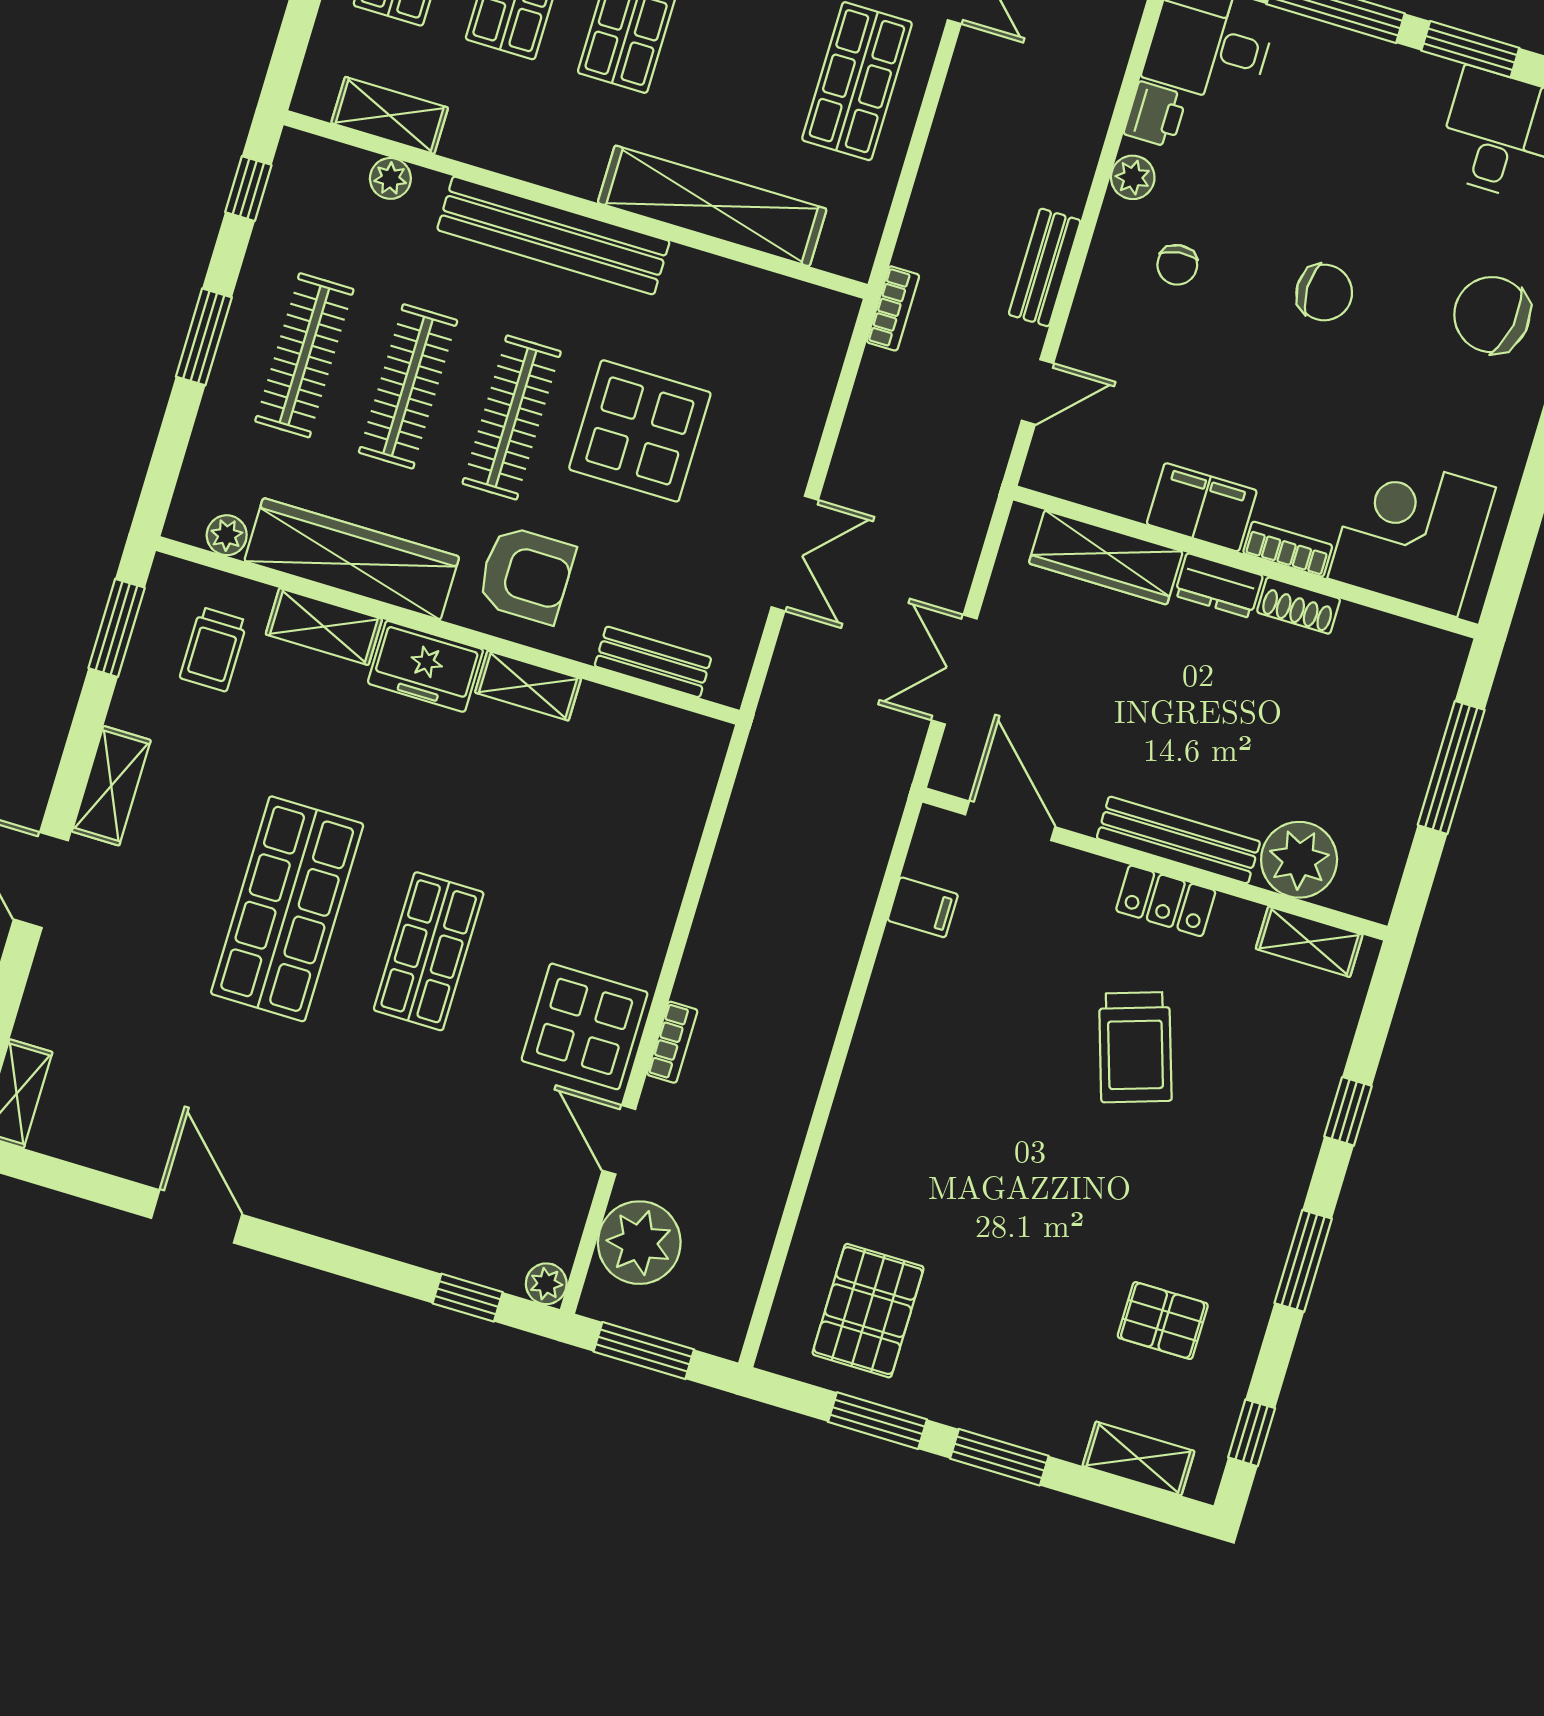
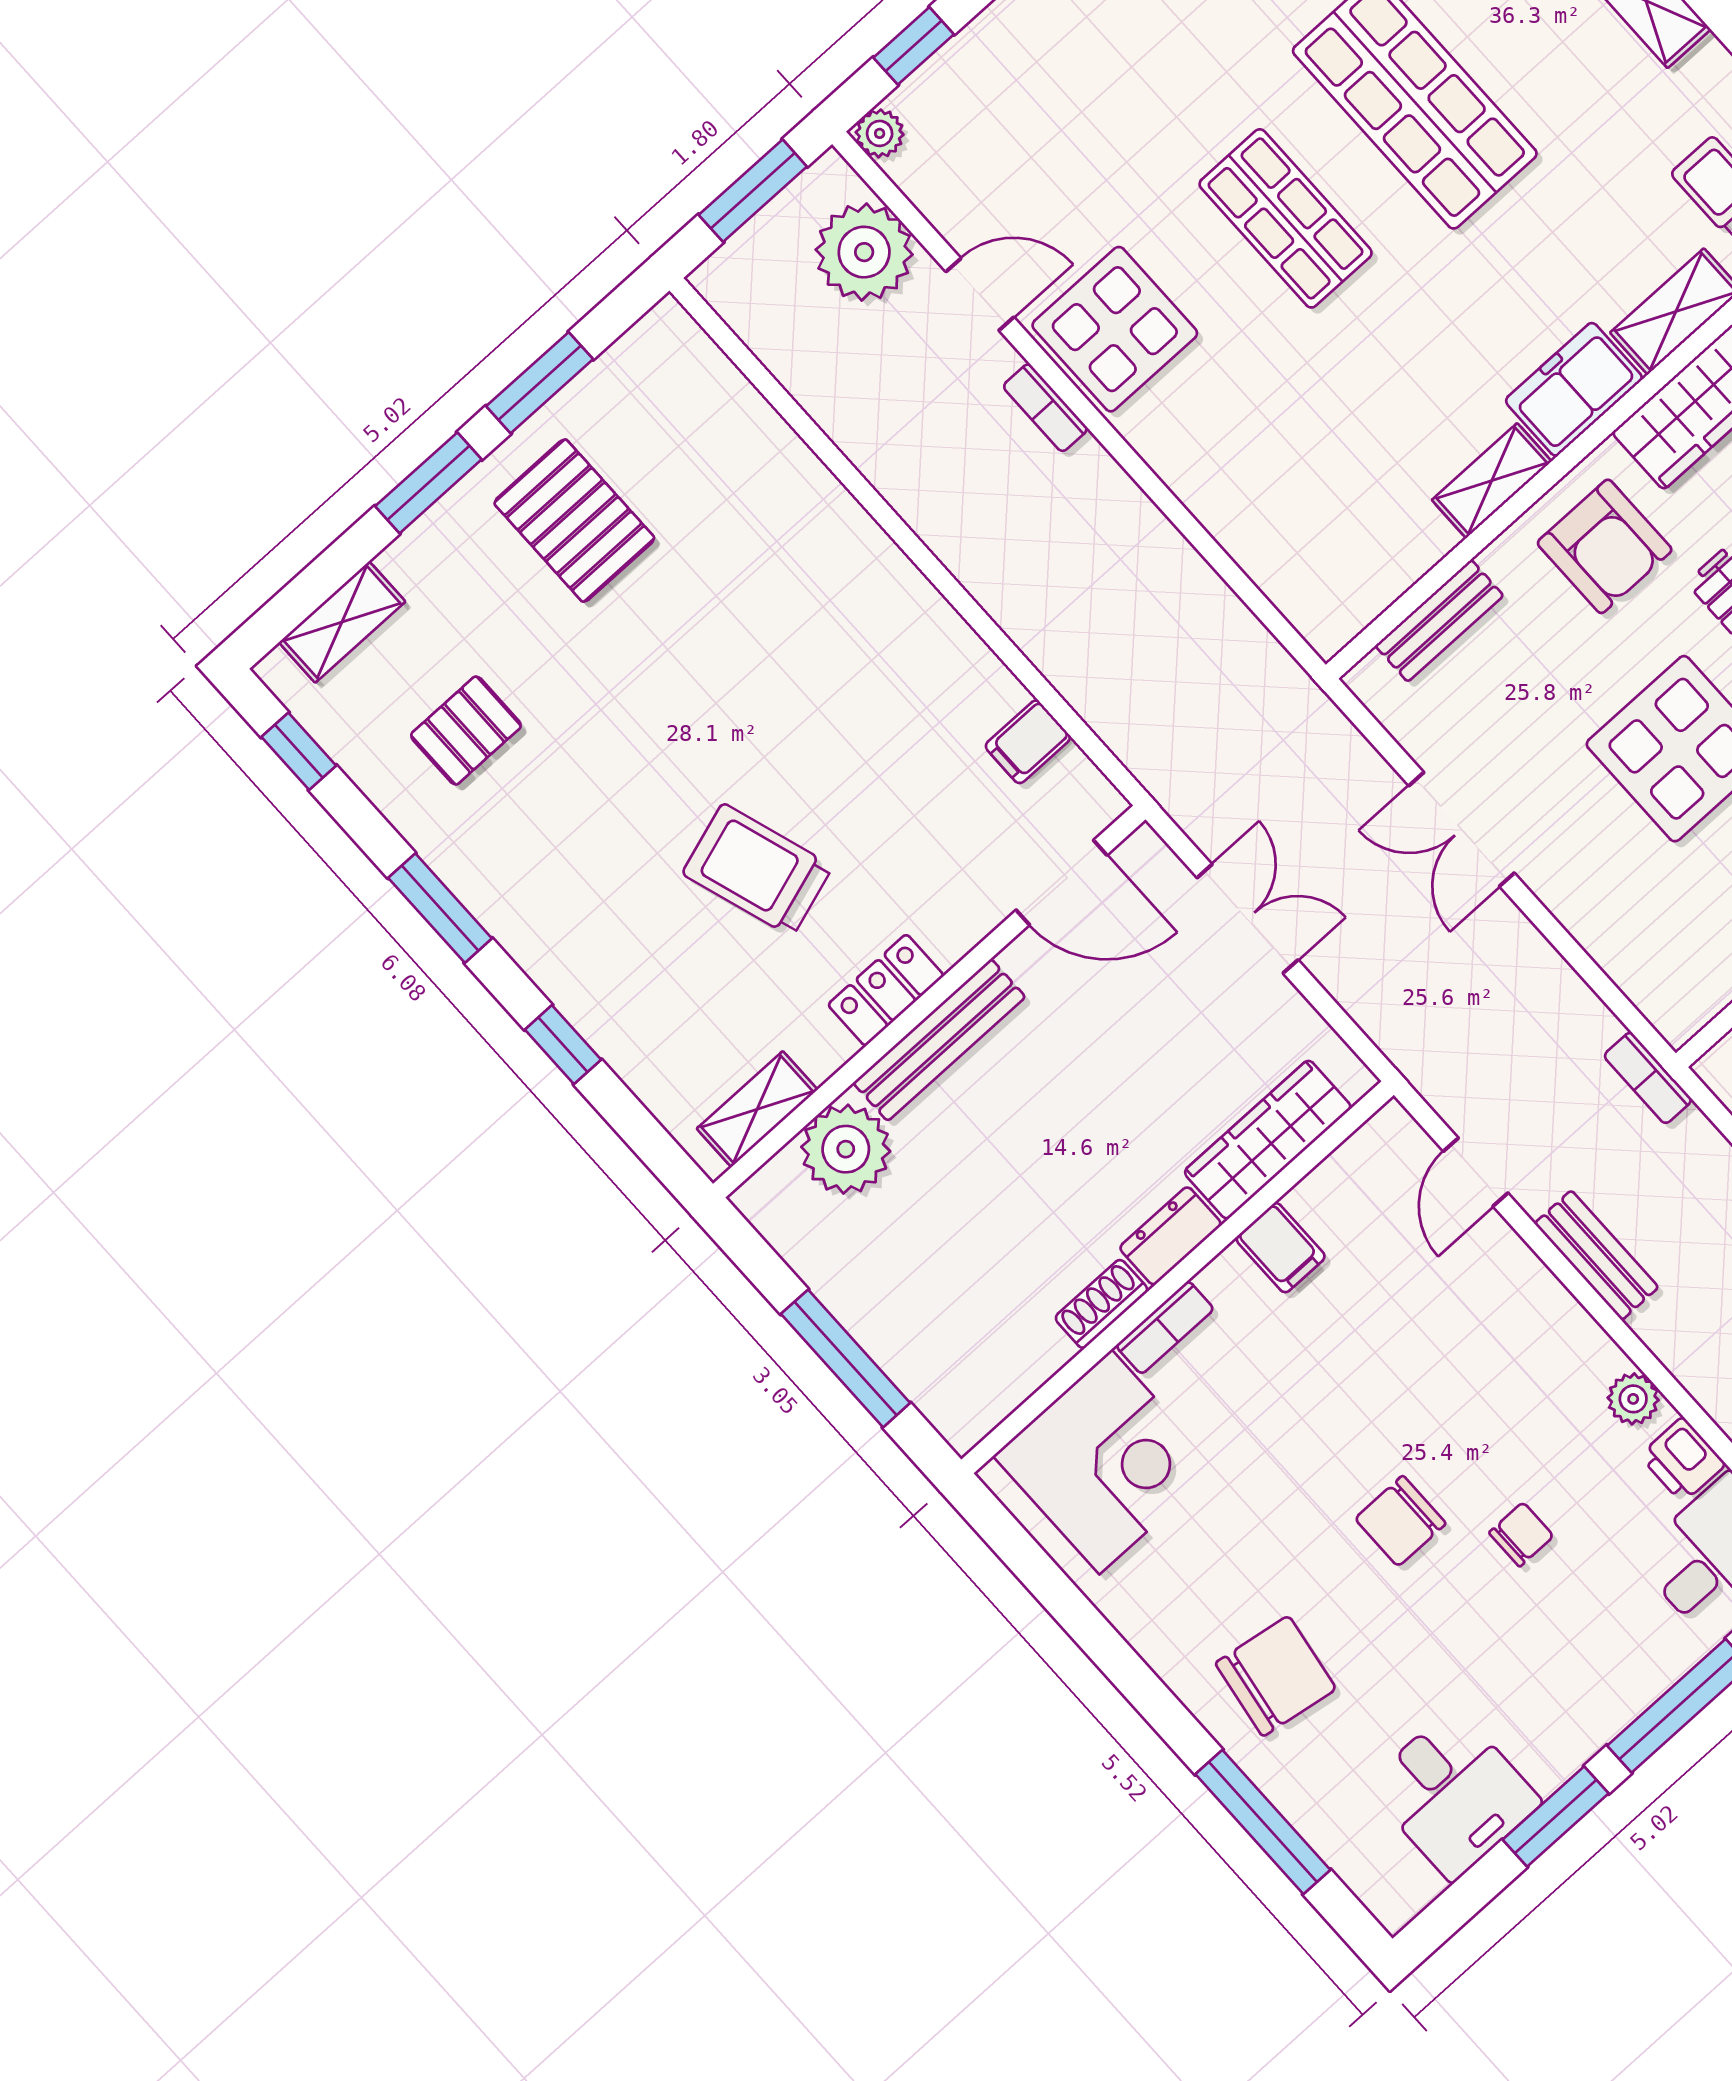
chair: (1177, 265) -> (1521, 1534), moved, turned 97
filing cabinet: (1202, 507) -> (1281, 1248), width x0.50
armchair: (526, 575) -> (1605, 546), turned -90
pallet: (868, 1311) -> (574, 521), moved

